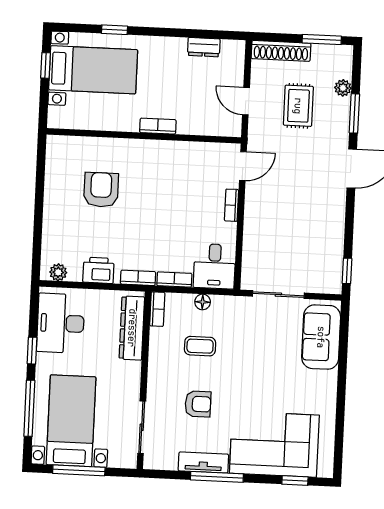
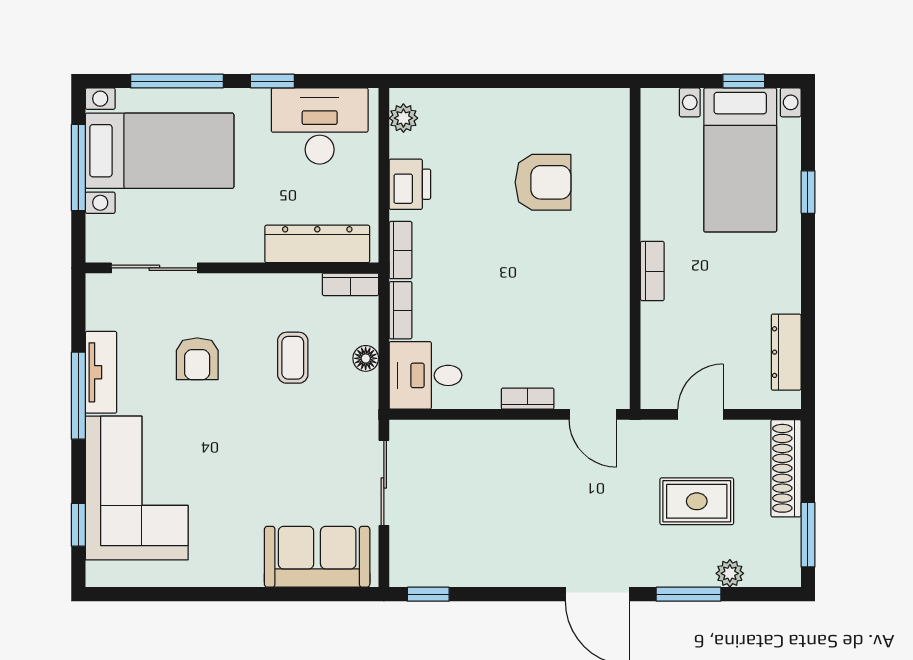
dresser: (204, 47) -> (786, 352), width x1.44

